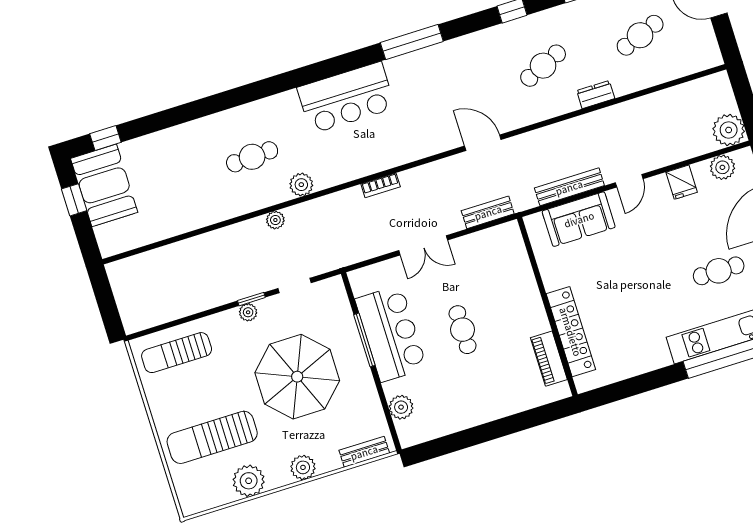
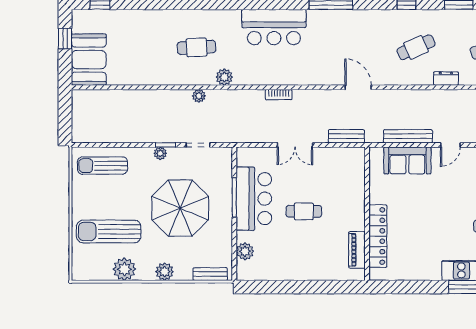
booth: (104, 185) -> (89, 60), moved
cafe table: (463, 330) -> (304, 211), turned 90

